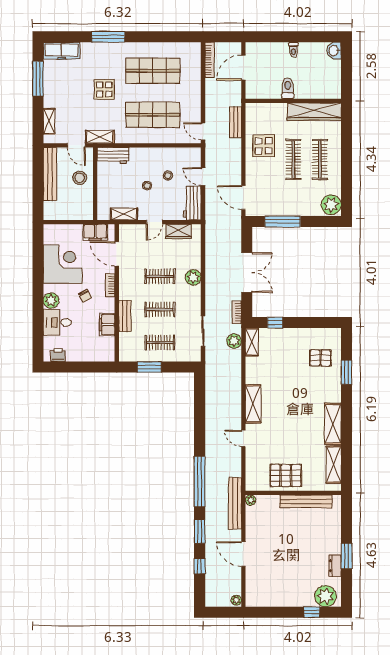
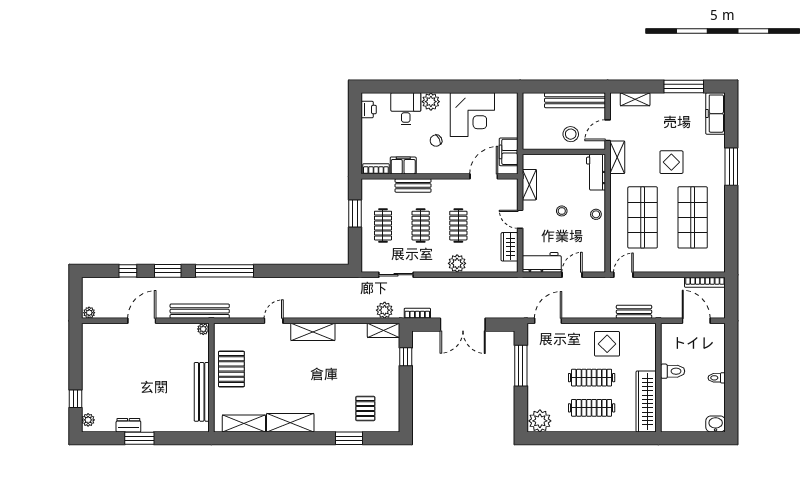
stool: (168, 176) -> (596, 214), moved
bookcase: (110, 285) -> (376, 169), moved
plant: (325, 596) -> (88, 420), width x0.53, depth x0.53

